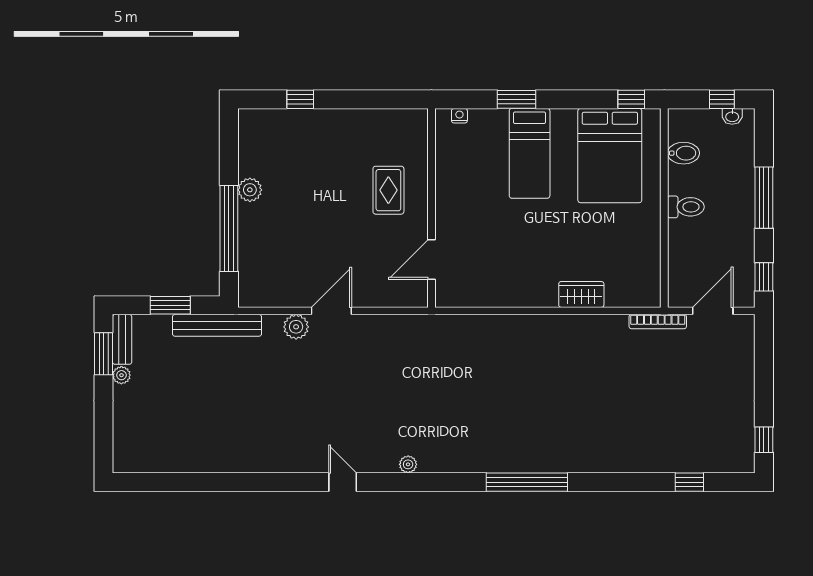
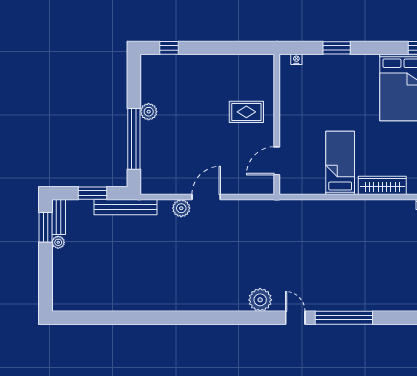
window: (300, 99) -> (169, 48), moved
bed: (530, 153) -> (340, 163), moved, turned 180
rug: (388, 190) -> (246, 112), turned 90
wardrobe: (581, 294) -> (382, 185), width x1.50
plant: (408, 464) -> (260, 300), width x1.87, depth x1.87
door: (343, 482) -> (295, 318), moved

